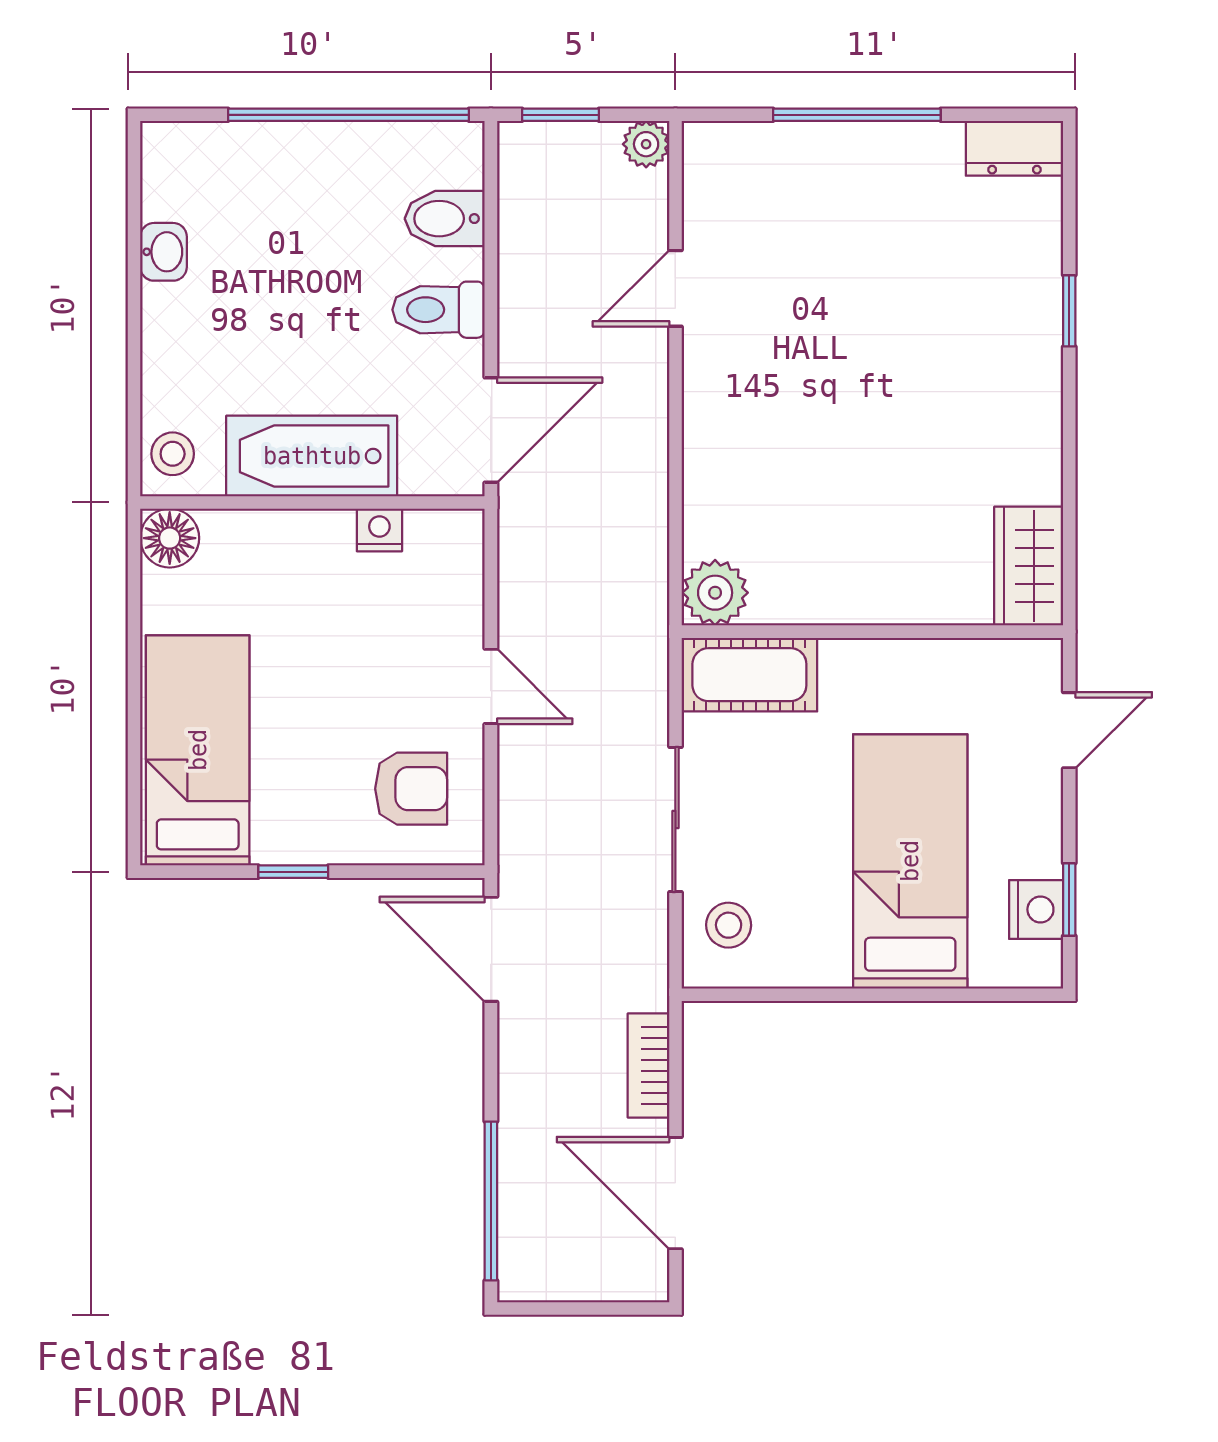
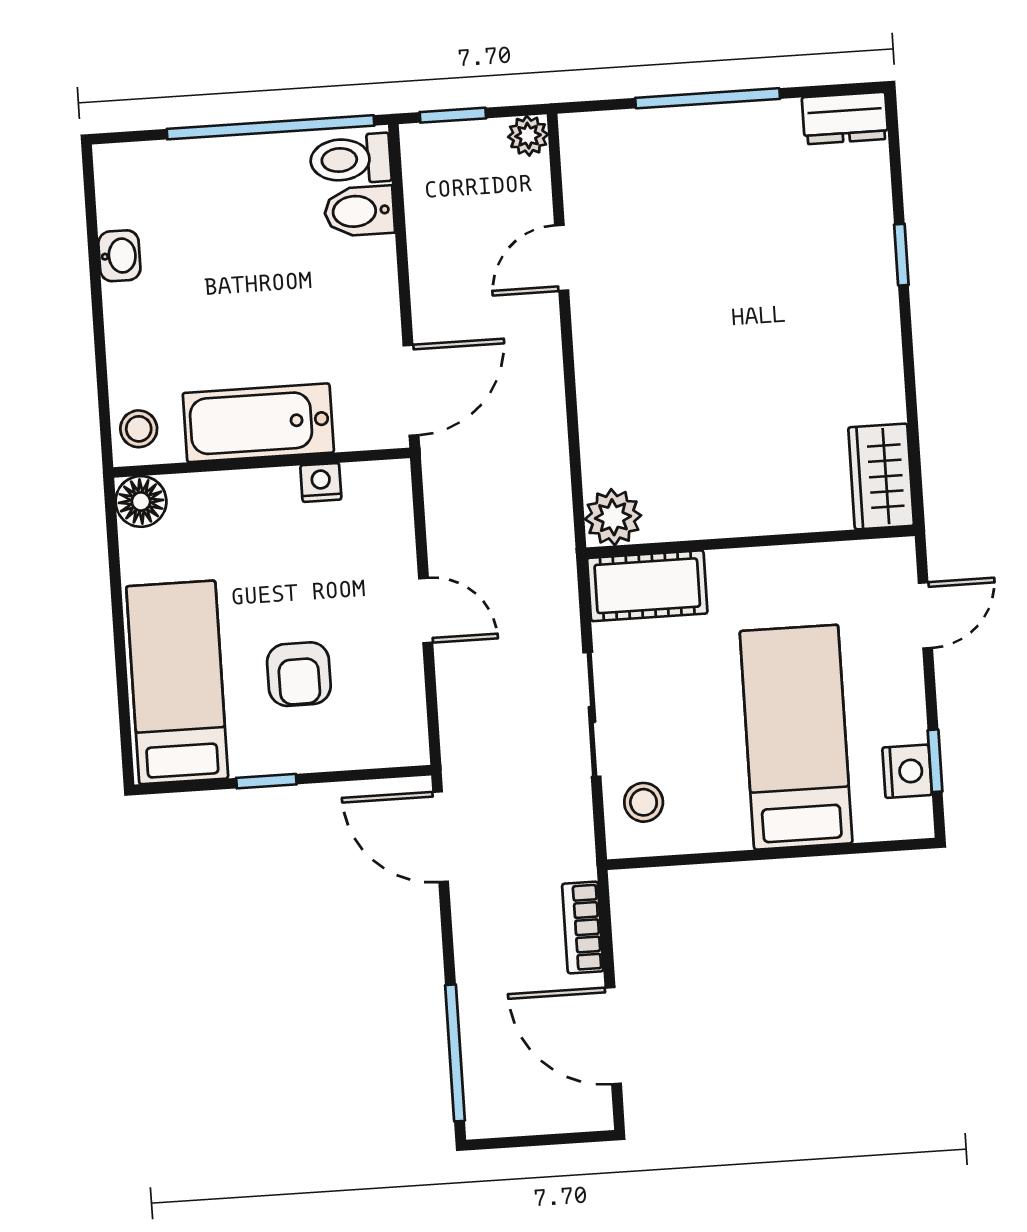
toilet: (439, 310) -> (350, 159), moved
armchair: (411, 789) -> (299, 674), moved, turned 90

